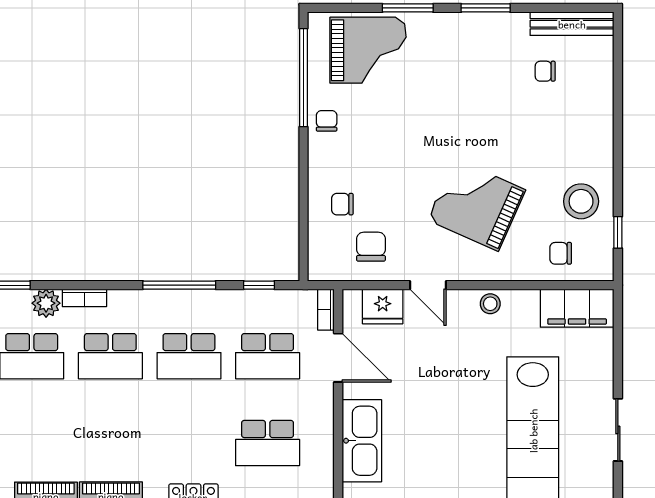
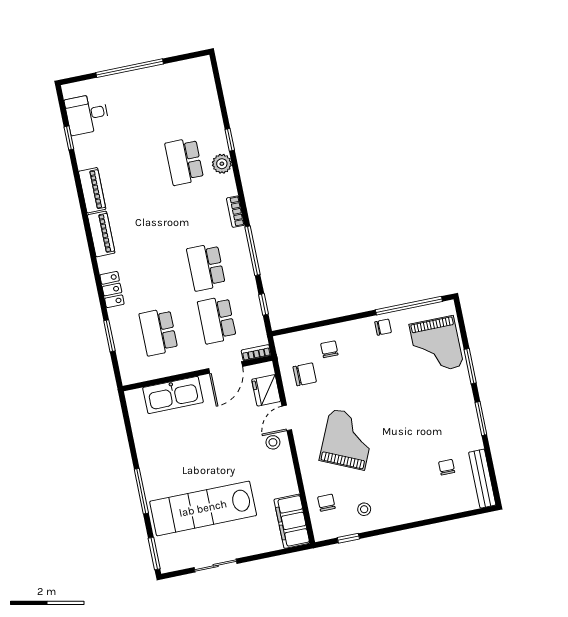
stool: (581, 201) -> (364, 509), width x0.53, depth x0.53
bookcase: (84, 298) -> (235, 212), moved
stool: (490, 304) -> (273, 442), moved
school desk: (110, 356) -> (195, 214), removed

